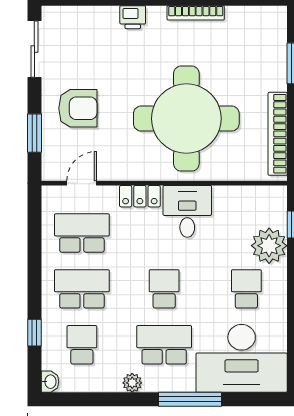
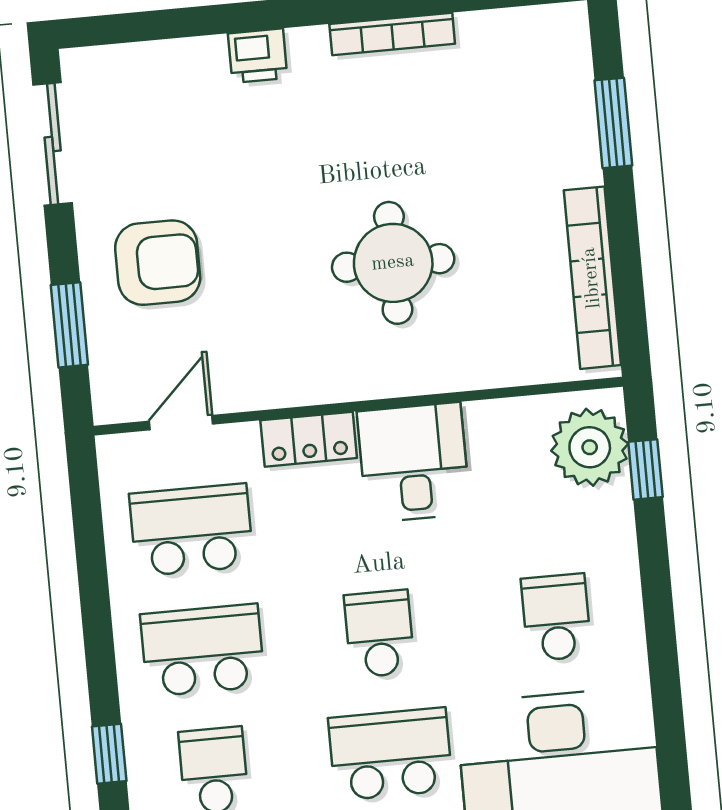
round table: (186, 119) -> (393, 263), width x0.54, depth x0.54
plant: (269, 246) -> (590, 447), moved

